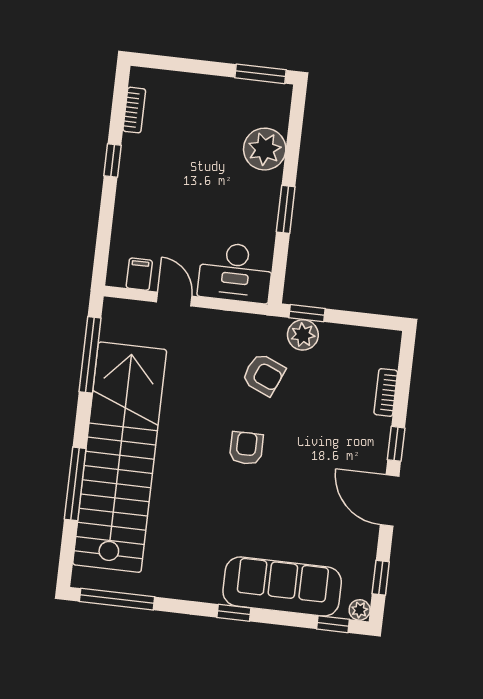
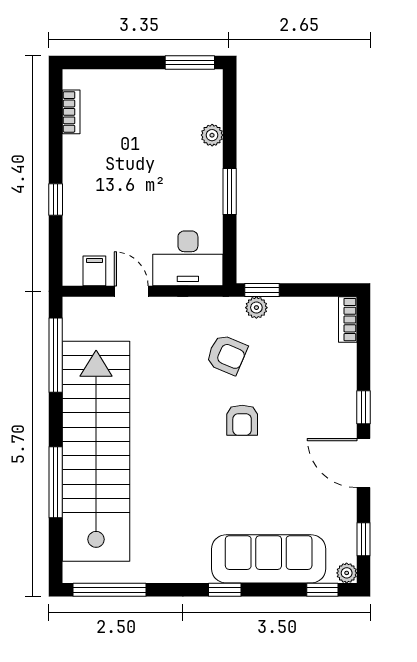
plant: (265, 149) -> (212, 135), width x0.53, depth x0.53
window: (113, 161) -> (56, 199), moved
plant: (303, 335) -> (256, 308), width x0.73, depth x0.73
bookcase: (386, 392) -> (348, 320), moved
armchair: (246, 448) -> (242, 420), moved, turned 180

